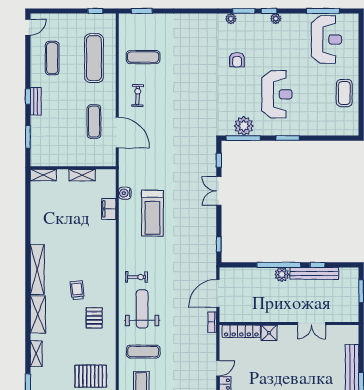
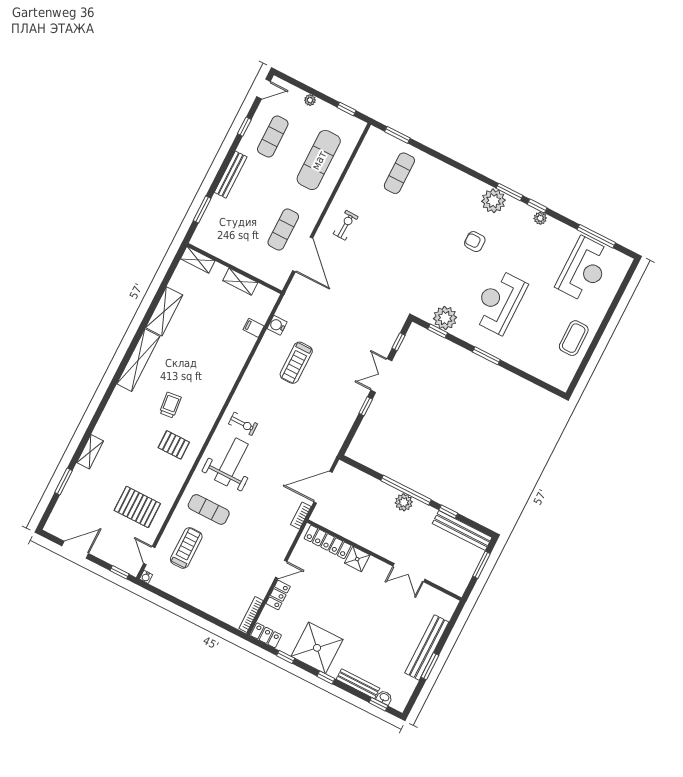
plant: (66, 18) -> (310, 100), added
plant: (231, 19) -> (493, 201), width x1.87, depth x1.87
exercise mat: (143, 57) -> (399, 173), moved, turned 90
armchair: (237, 60) -> (475, 242), turned 90
reception desk: (277, 94) -> (499, 302), turned 180
window: (28, 97) -> (244, 127), moved
bench: (36, 101) -> (231, 175), width x1.36
window: (243, 138) -> (438, 331), width x0.46
filing cabinet: (109, 209) -> (254, 328), width x0.50
treadmill: (152, 213) -> (296, 363), width x0.73, depth x0.73
window: (219, 245) -> (366, 406), moved
bench: (314, 273) -> (462, 530), moved
shelving: (38, 314) -> (164, 311), moved
pallet: (94, 318) -> (174, 445), turned 90

